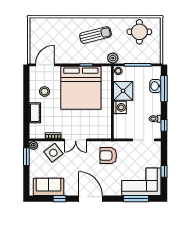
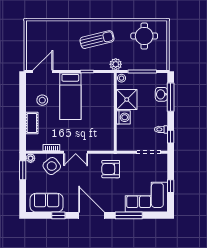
bed: (81, 88) -> (70, 96), width x0.49
window: (136, 199) -> (129, 215), moved

